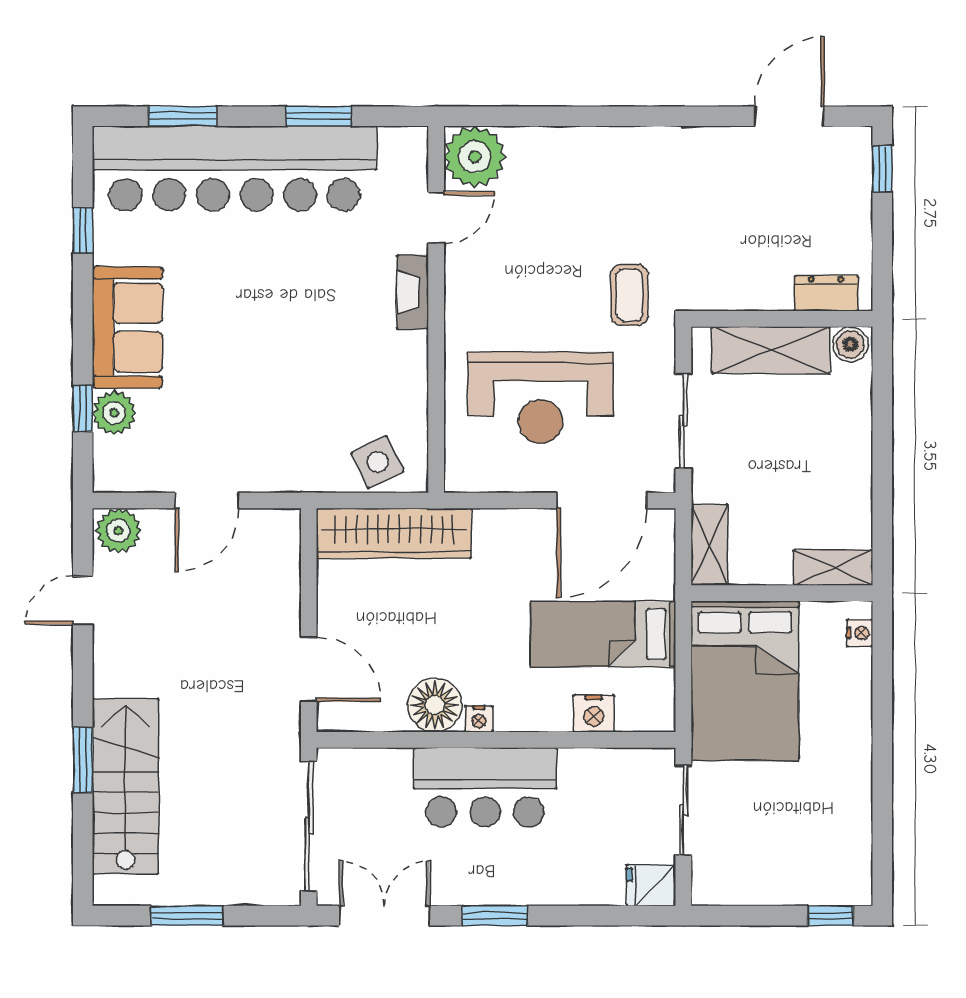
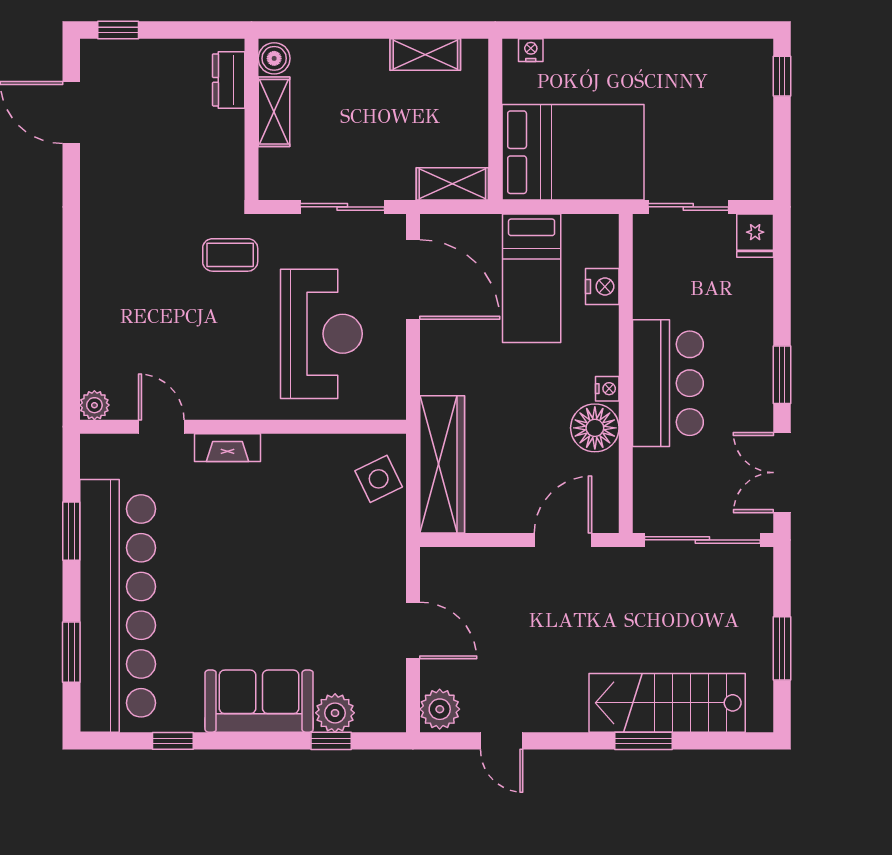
plant: (475, 157) -> (94, 405), width x0.53, depth x0.53
shelving: (771, 350) -> (274, 112), width x0.67, depth x0.75
shelving: (833, 568) -> (425, 54), moved, turned 90

